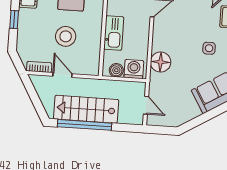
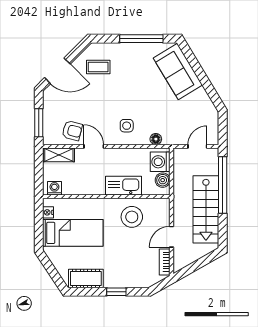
stool: (66, 36) -> (132, 217), moved
side table: (209, 48) -> (127, 126), moved
floor lamp: (161, 62) -> (156, 139), width x0.53, depth x0.53
window: (85, 125) -> (223, 185), moved

